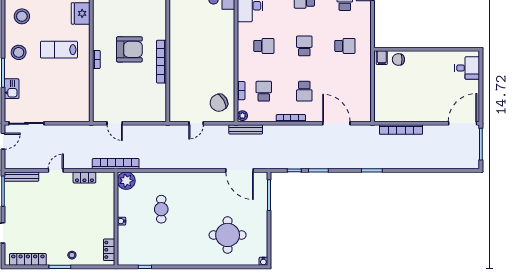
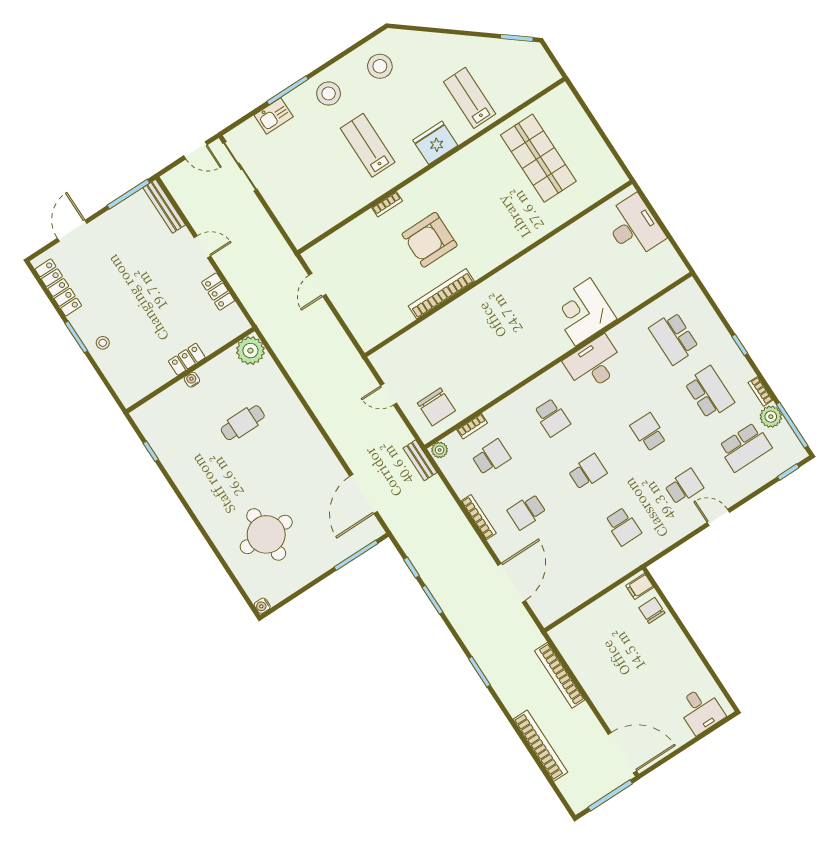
armchair: (129, 49) -> (430, 240), turned 90
chair: (219, 103) -> (436, 407), turned -150
bench: (246, 129) -> (420, 460), width x0.73
bookcase: (116, 164) -> (540, 746), moved
locker: (109, 250) -> (187, 359), moved

